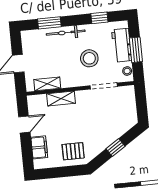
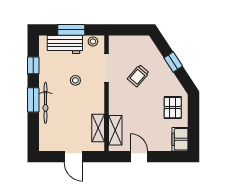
window: (49, 23) -> (33, 100), moved
stool: (89, 58) -> (75, 80), width x0.53, depth x0.53
shelving: (61, 99) -> (115, 130), moved
trolley: (99, 116) -> (138, 76), added
filing cabinet: (39, 147) -> (180, 139), moved, turned -90

